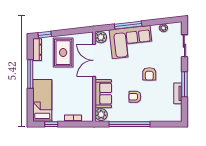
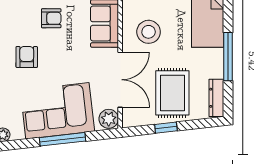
window: (45, 35) -> (166, 128), moved
stool: (77, 89) -> (149, 32), added

